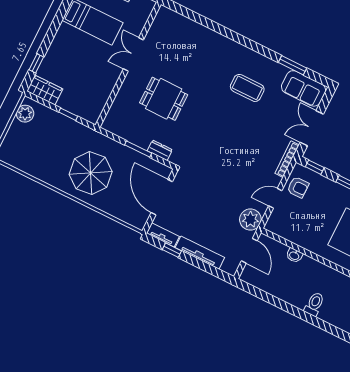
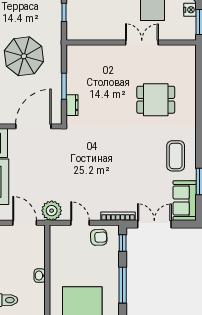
coffee table: (247, 88) -> (176, 156), moved
dining table: (164, 99) -> (156, 100), moved, turned 90
armchair: (298, 187) -> (99, 237), turned -93
door: (249, 251) -> (25, 223), swing flipped
washbasin: (294, 255) -> (40, 276), moved

